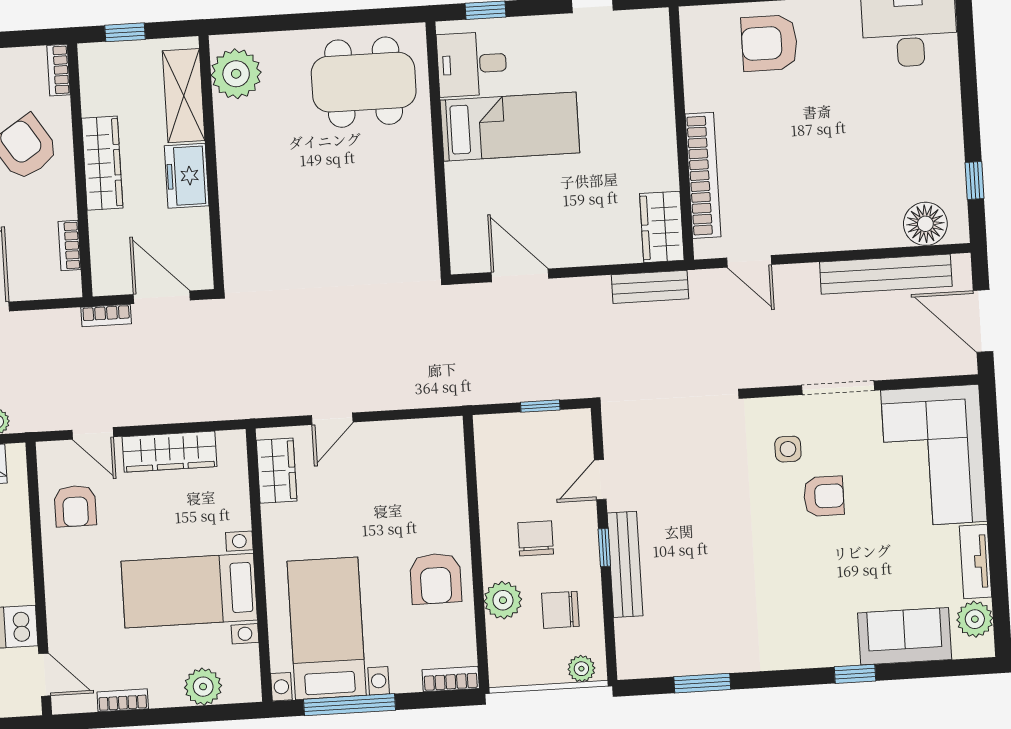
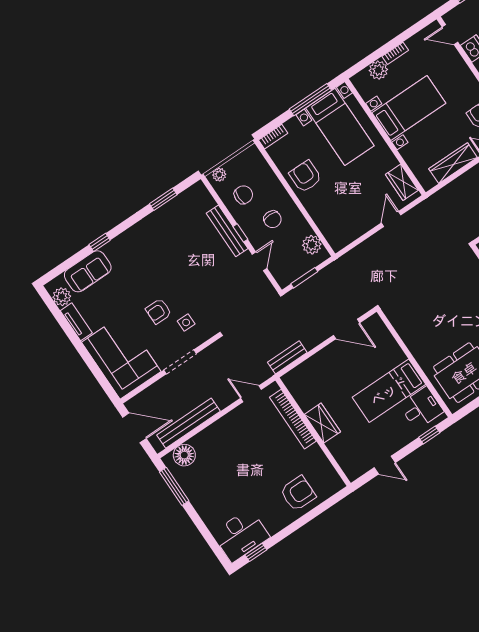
window: (974, 181) -> (174, 486), width x2.17
wardrobe: (662, 227) -> (322, 423), moved
window: (540, 406) -> (304, 278), width x1.50
plant: (503, 600) -> (312, 245), moved
bookcase: (123, 700) -> (395, 53), moved

